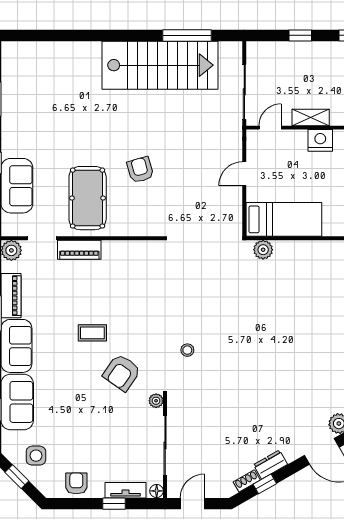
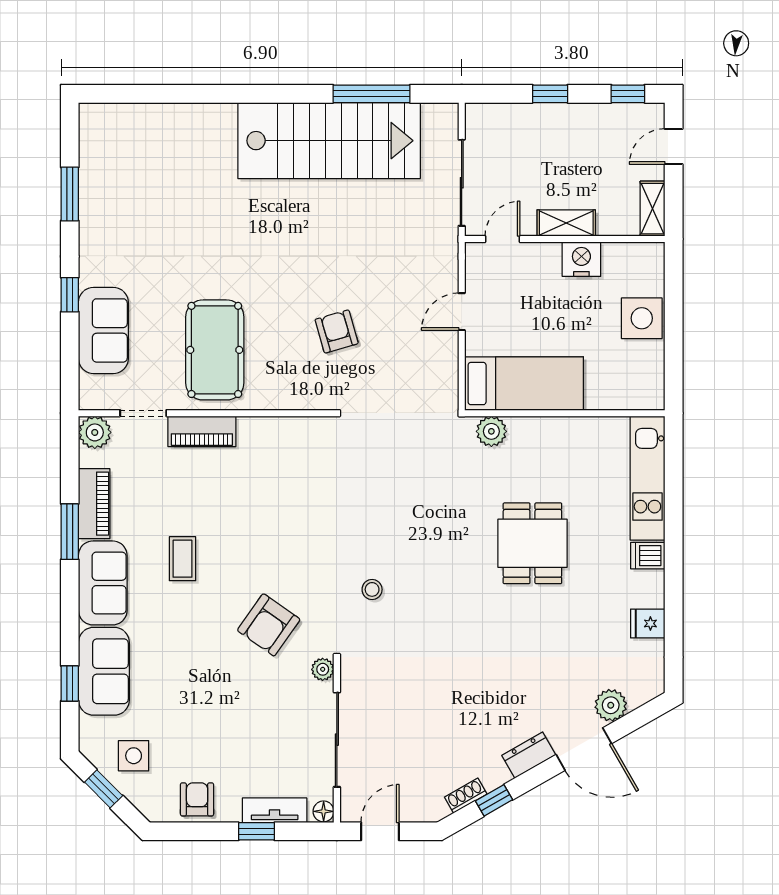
armchair: (140, 170) -> (337, 331), moved
dining table: (289, 321) -> (532, 543), added
coffee table: (92, 333) -> (183, 559), moved, turned 90
dresser: (270, 465) -> (529, 755), moved

